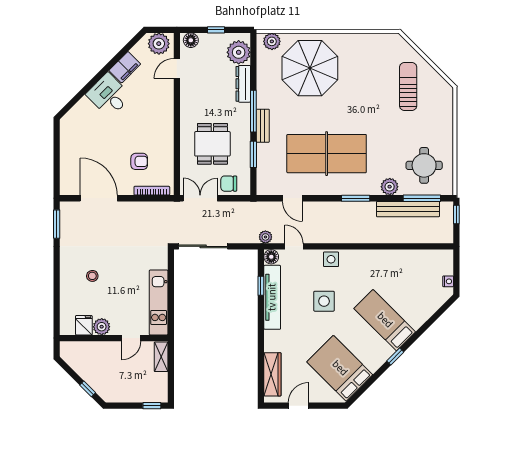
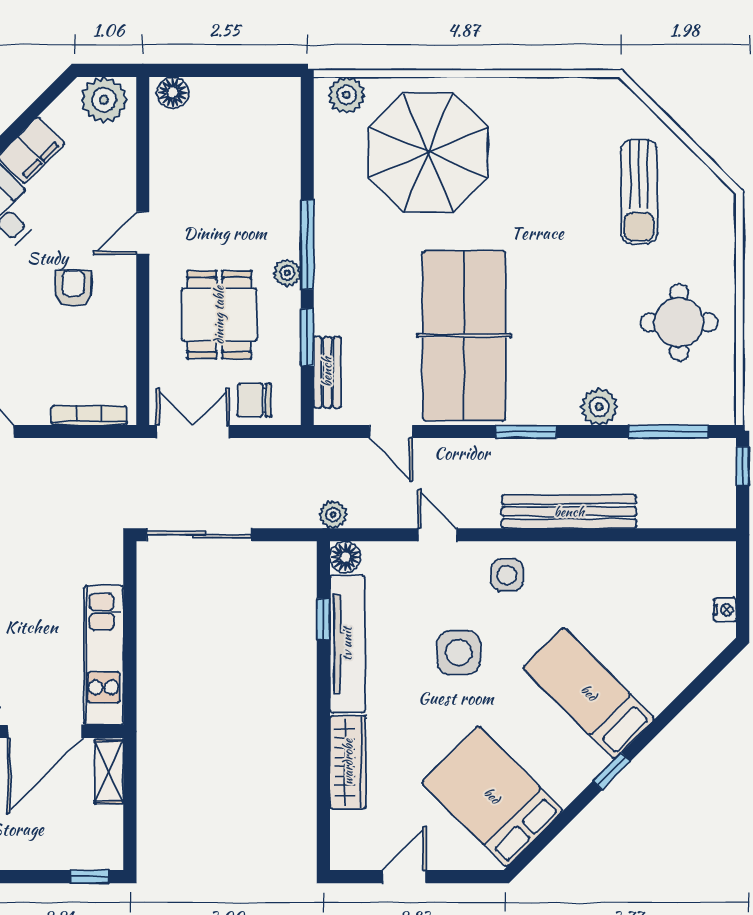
window: (216, 30) -> (227, 70), removed
plant: (239, 52) -> (287, 273), moved, width x0.53, depth x0.53
door: (177, 69) -> (143, 233), moved
dresser: (243, 84) -> (285, 186), removed
sun lounger: (408, 86) -> (639, 192), turned 180
bench: (263, 126) -> (327, 372), moved
table tennis table: (327, 154) -> (464, 336), turned 90
armchair: (139, 161) -> (73, 288), moved, turned -90
round table: (424, 165) -> (679, 322), moved
bench: (408, 209) -> (569, 512), moved
door: (294, 246) -> (437, 535), moved
side table: (331, 259) -> (507, 575), moved
door: (131, 338) -> (45, 732), width x1.87
wardrobe: (272, 374) -> (348, 762), moved

